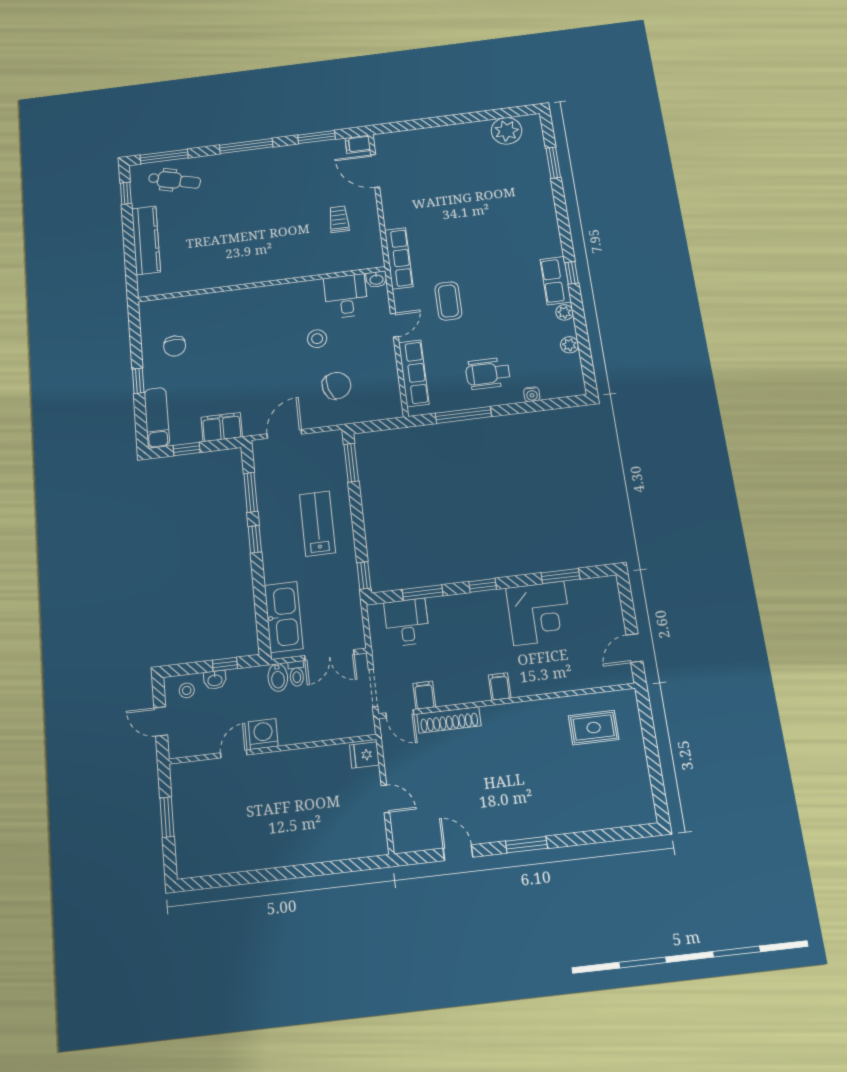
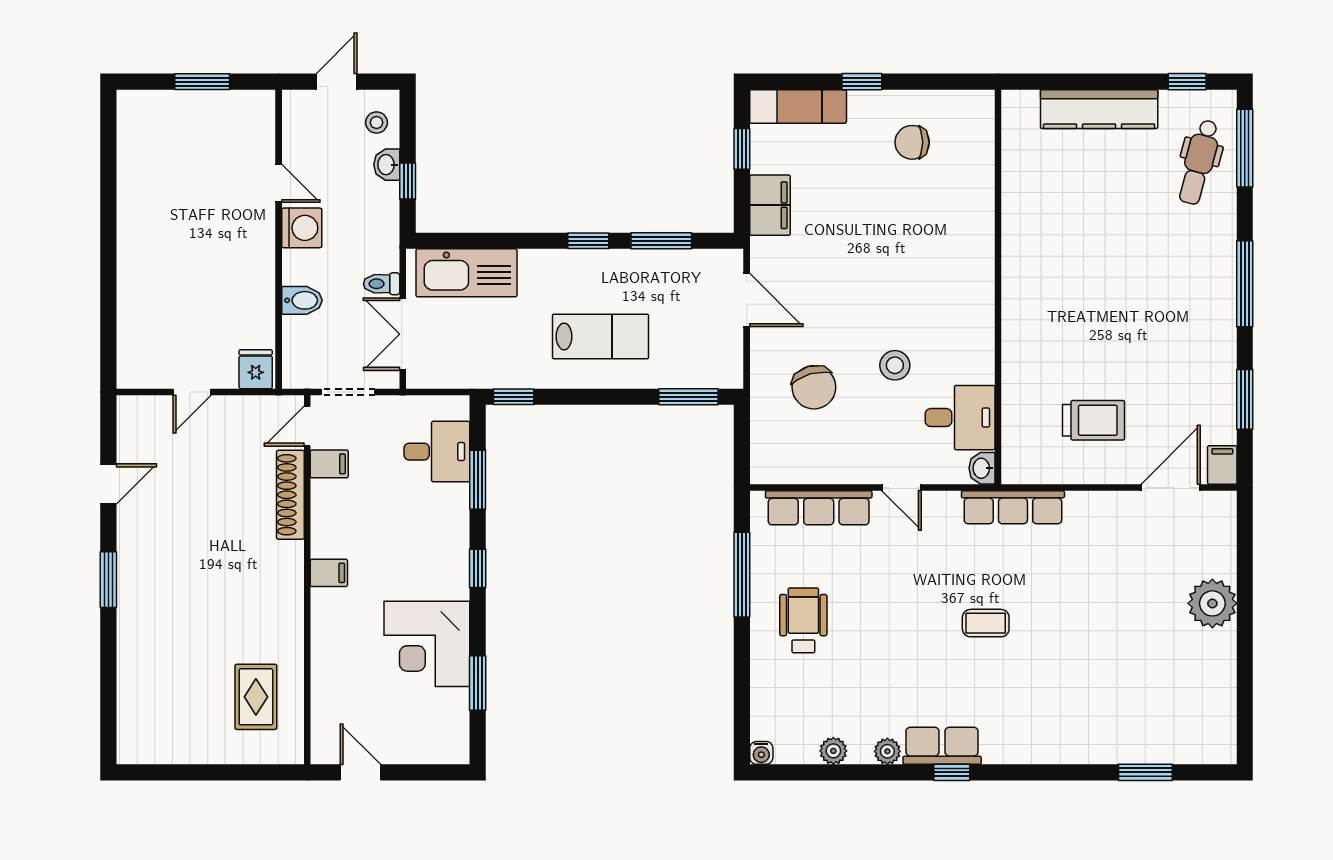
plant: (507, 131) -> (1212, 603), moved
trolley: (339, 219) -> (1093, 420), width x1.36, depth x1.39
coffee table: (448, 301) -> (986, 623), moved, width x0.73, depth x0.77
water cooler: (532, 394) -> (761, 753), moved, turned -90
bidet: (278, 677) -> (302, 300), moved, turned 180

